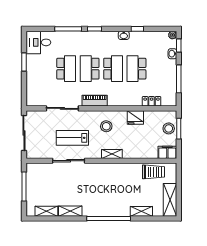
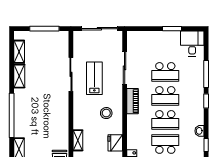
school desk: (90, 69) -> (165, 96), turned 180
shelving: (112, 154) -> (78, 140), moved

